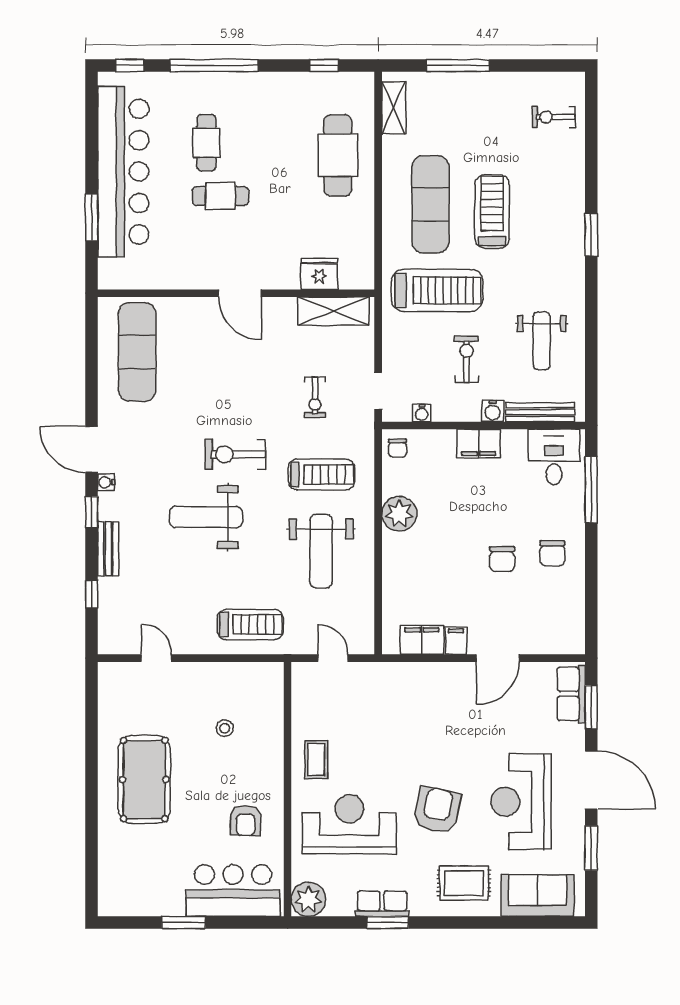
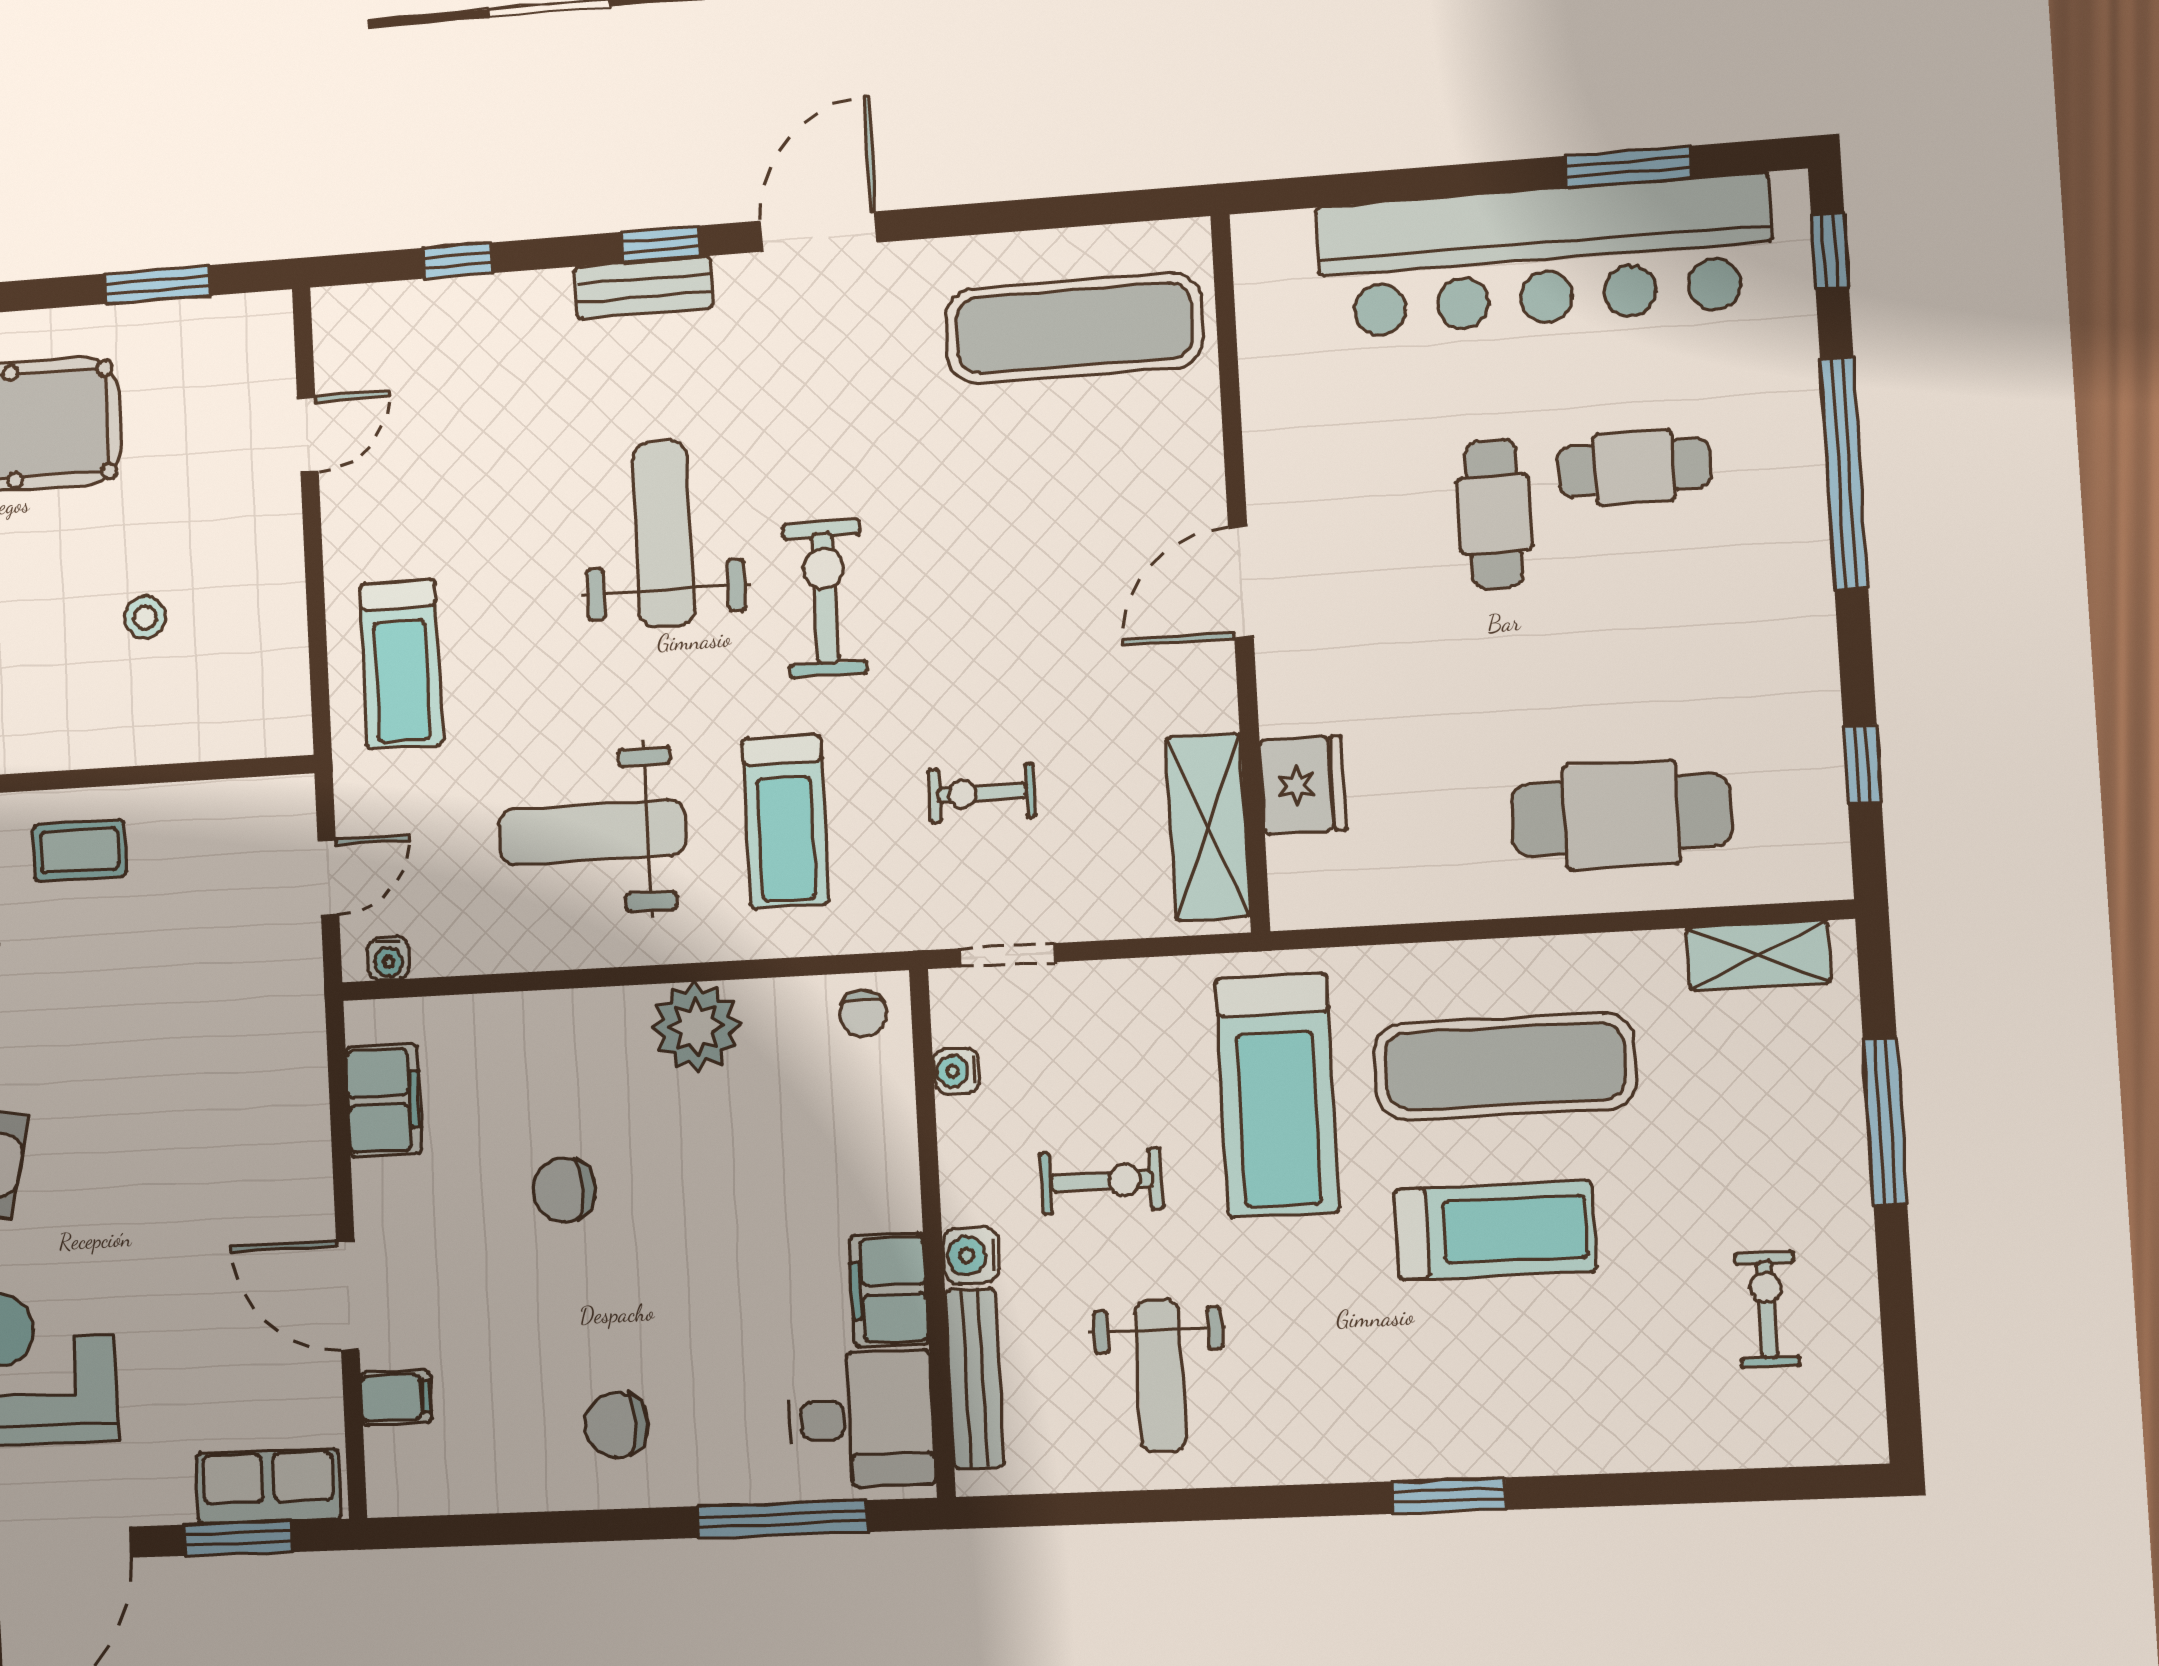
exercise bike: (554, 117) -> (1767, 1309), moved
window: (92, 218) -> (1628, 167), moved
weight bench: (542, 341) -> (1160, 1376), turned -90
filing cabinet: (478, 444) -> (889, 1290), moved
chair: (398, 448) -> (863, 1013), turned -90
water cooler: (106, 482) -> (388, 959), moved, turned 180
bench: (108, 549) -> (643, 287), moved
chair: (502, 559) -> (564, 1190), moved
filing cabinet: (456, 641) -> (396, 1397), moved
window: (92, 717) -> (158, 285), added

